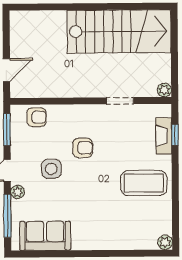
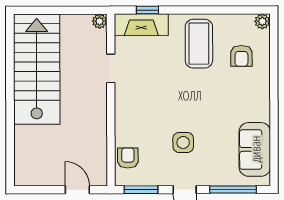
fireplace: (164, 136) -> (141, 25), width x1.37, depth x1.32
armchair: (83, 148) -> (241, 56), moved, turned 180
plant: (18, 192) -> (208, 179), removed

